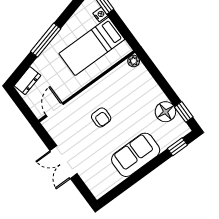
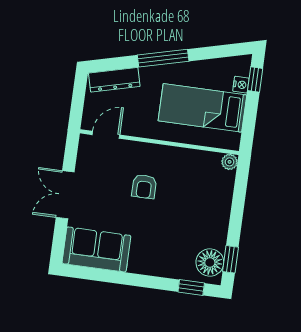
dresser: (27, 81) -> (114, 80), width x1.44
floor lamp: (165, 112) -> (210, 262), moved
sofa: (136, 155) -> (96, 249), moved

